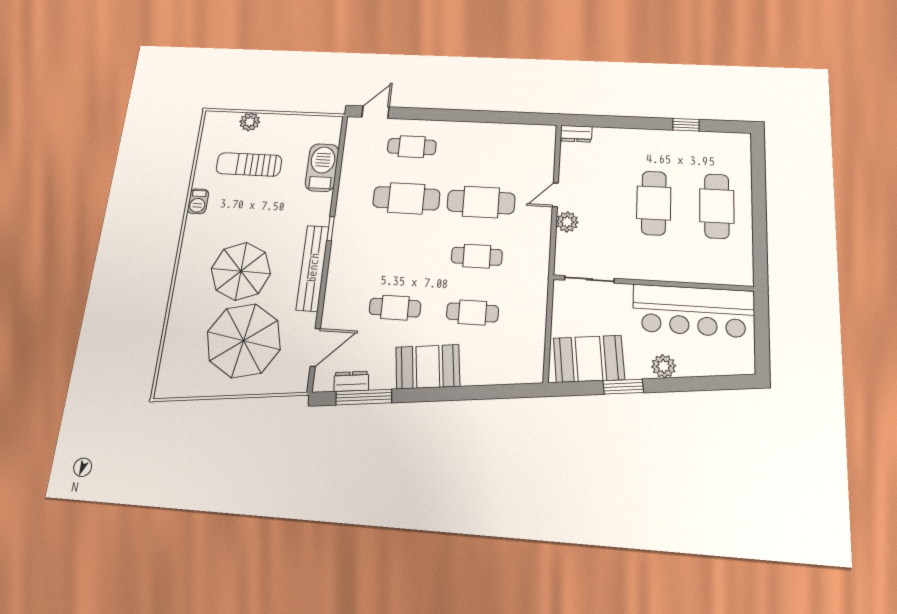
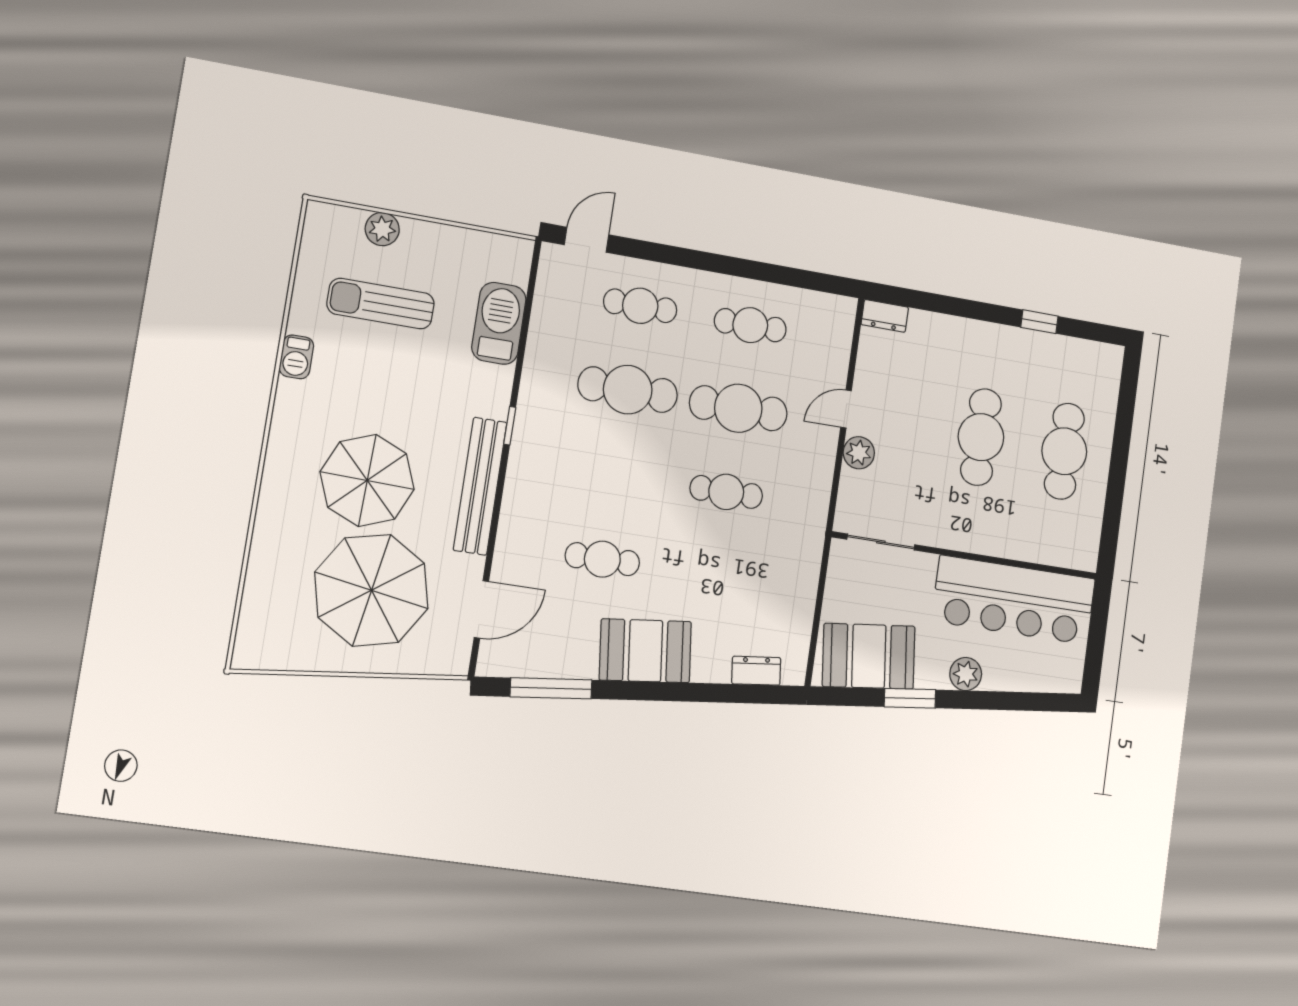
cafe table: (472, 312) -> (750, 325), moved
dresser: (351, 381) -> (756, 671), moved

